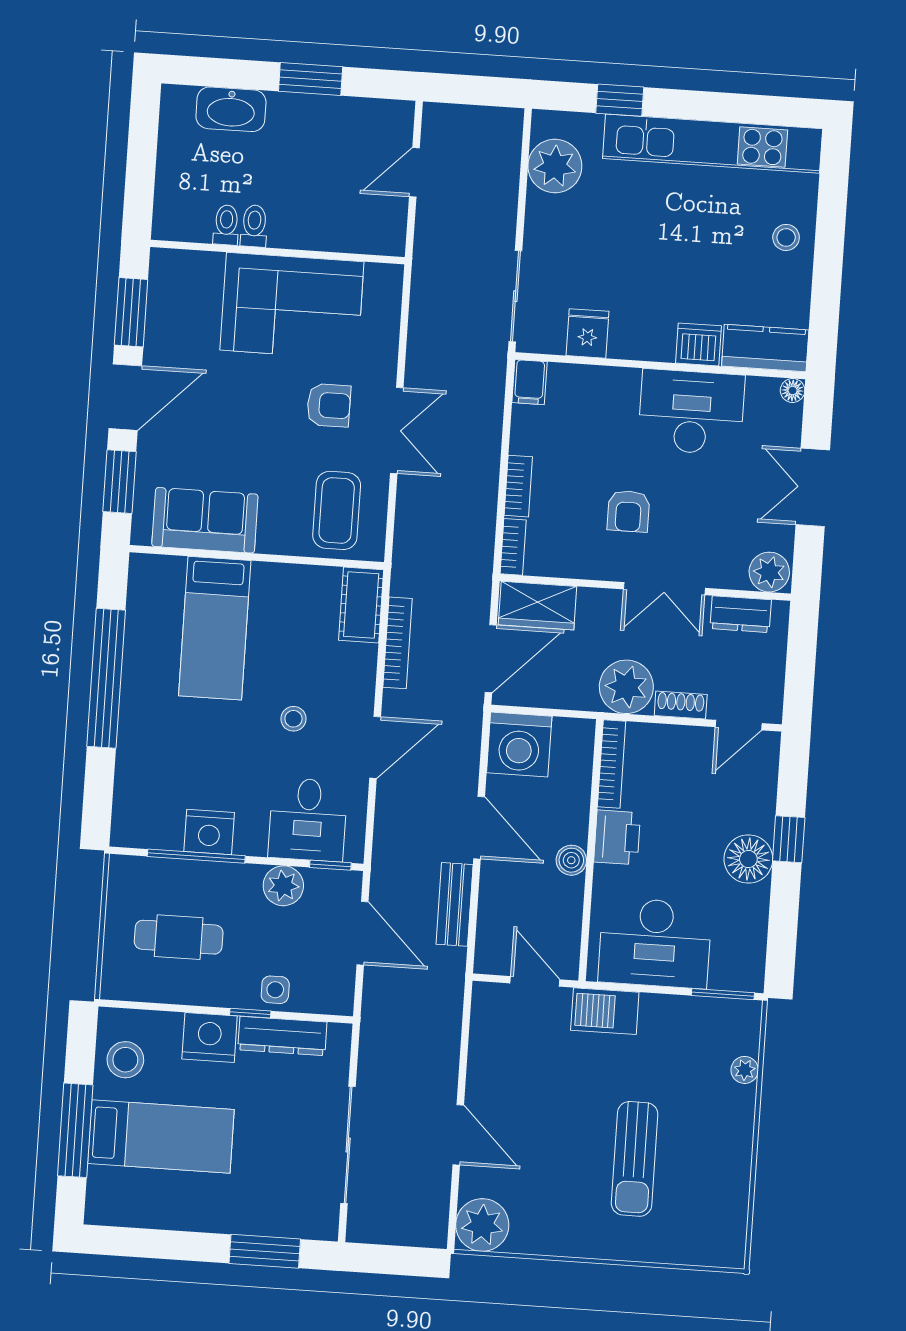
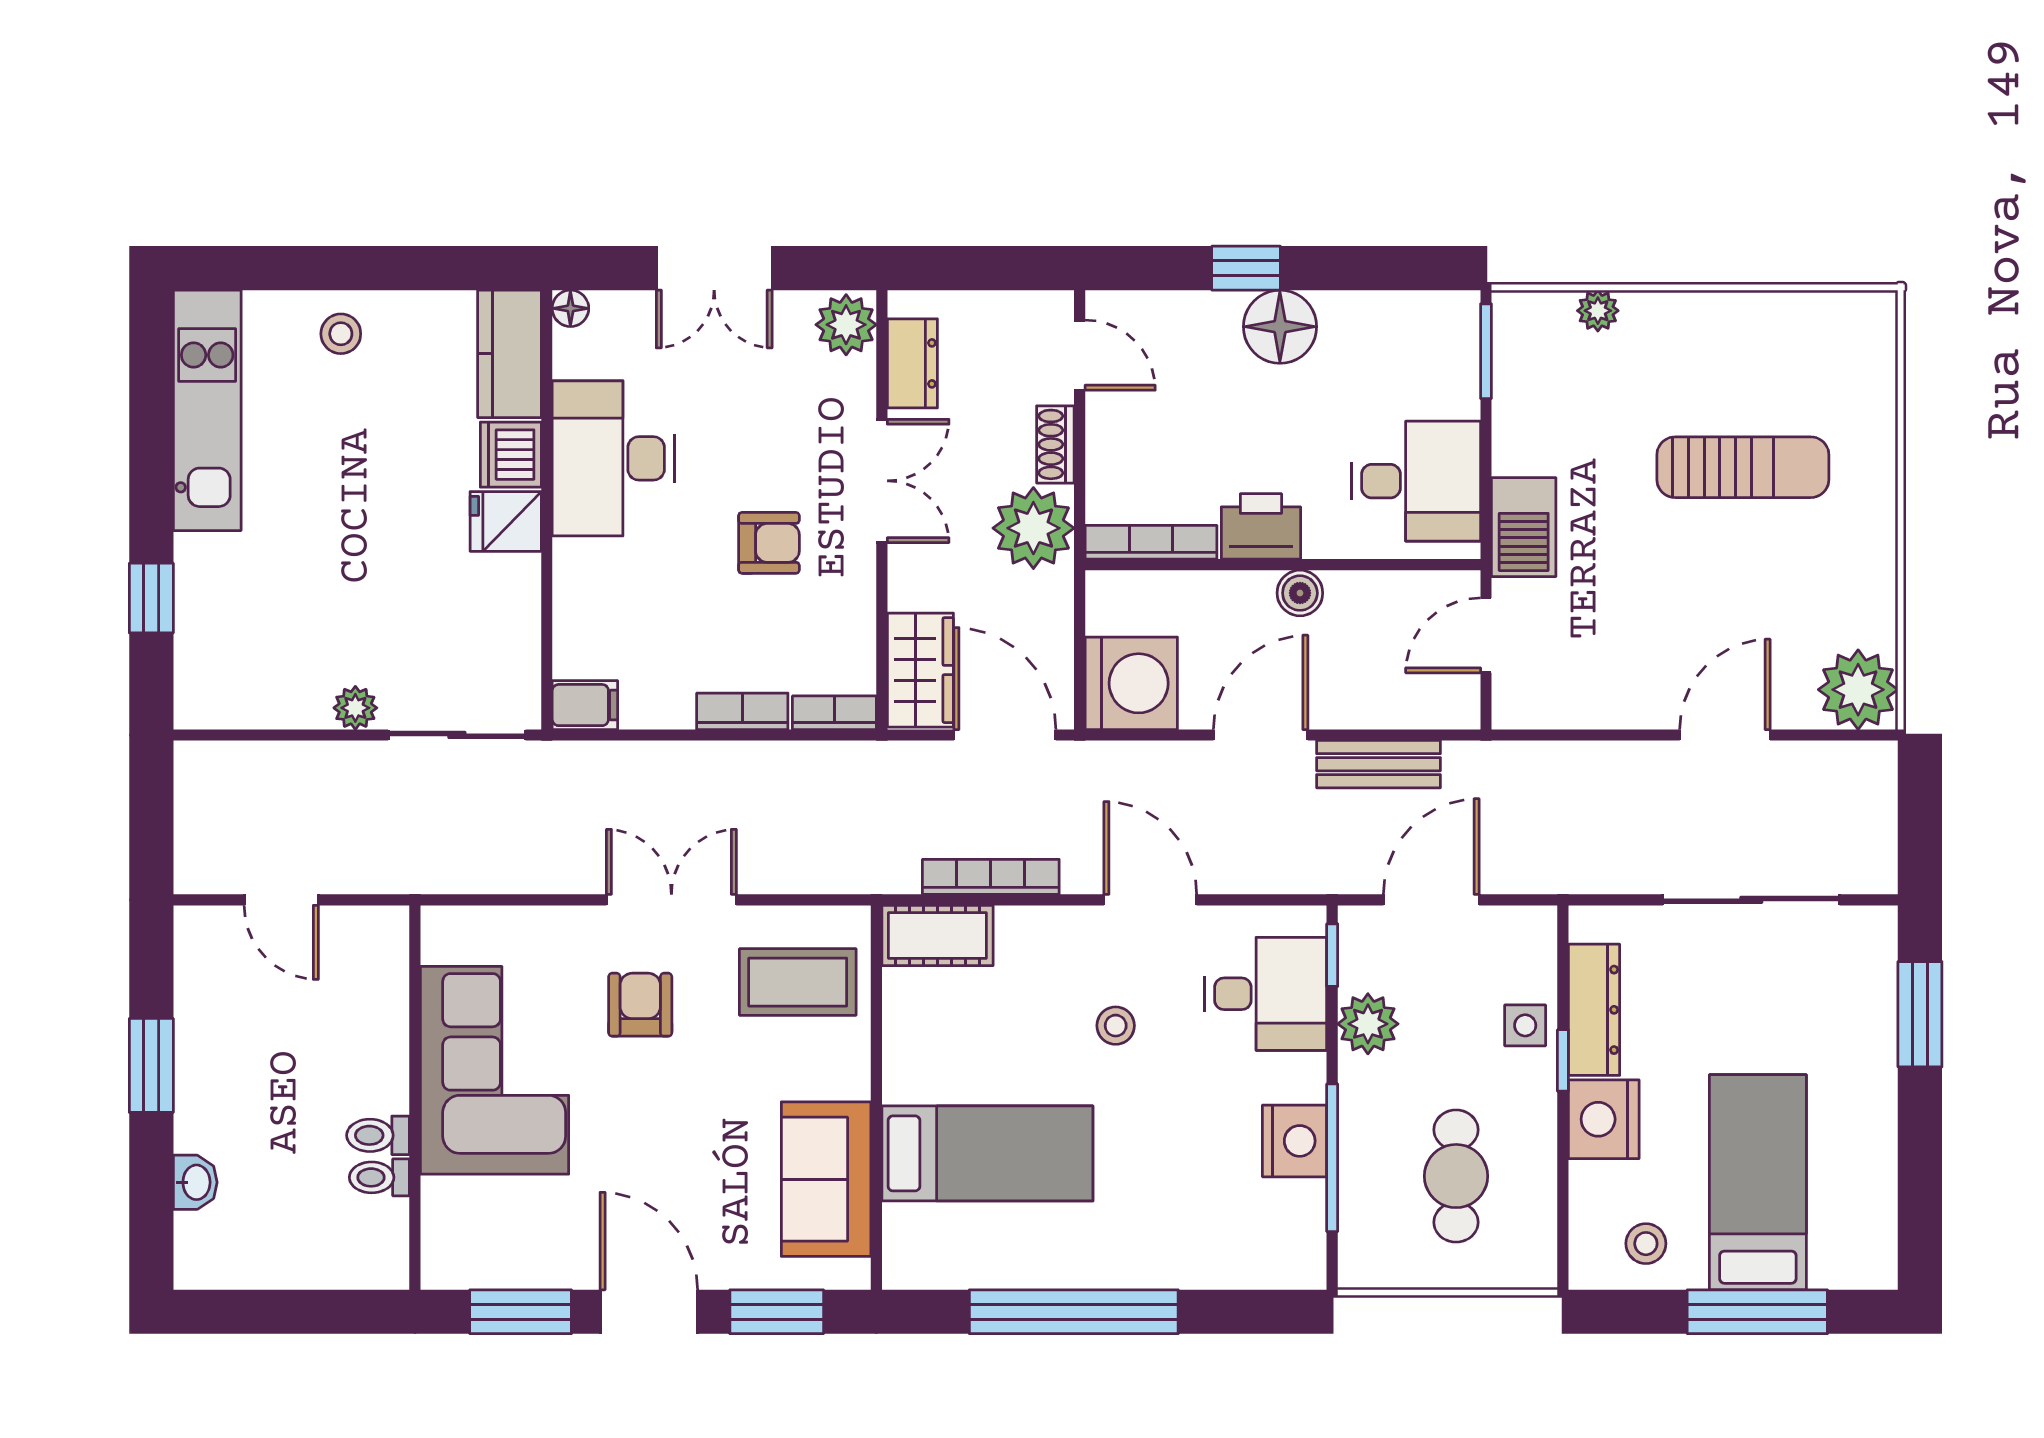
washbasin: (231, 109) -> (195, 1182), width x0.52, depth x0.69
kitchen unit: (713, 144) -> (207, 410), width x0.73
plant: (555, 166) -> (355, 708), moved, width x0.53, depth x0.53
fridge: (588, 333) -> (506, 521), moved
desk: (655, 943) -> (1416, 481), width x0.73
stool: (125, 1060) -> (1646, 1244), width x0.73, depth x0.73

